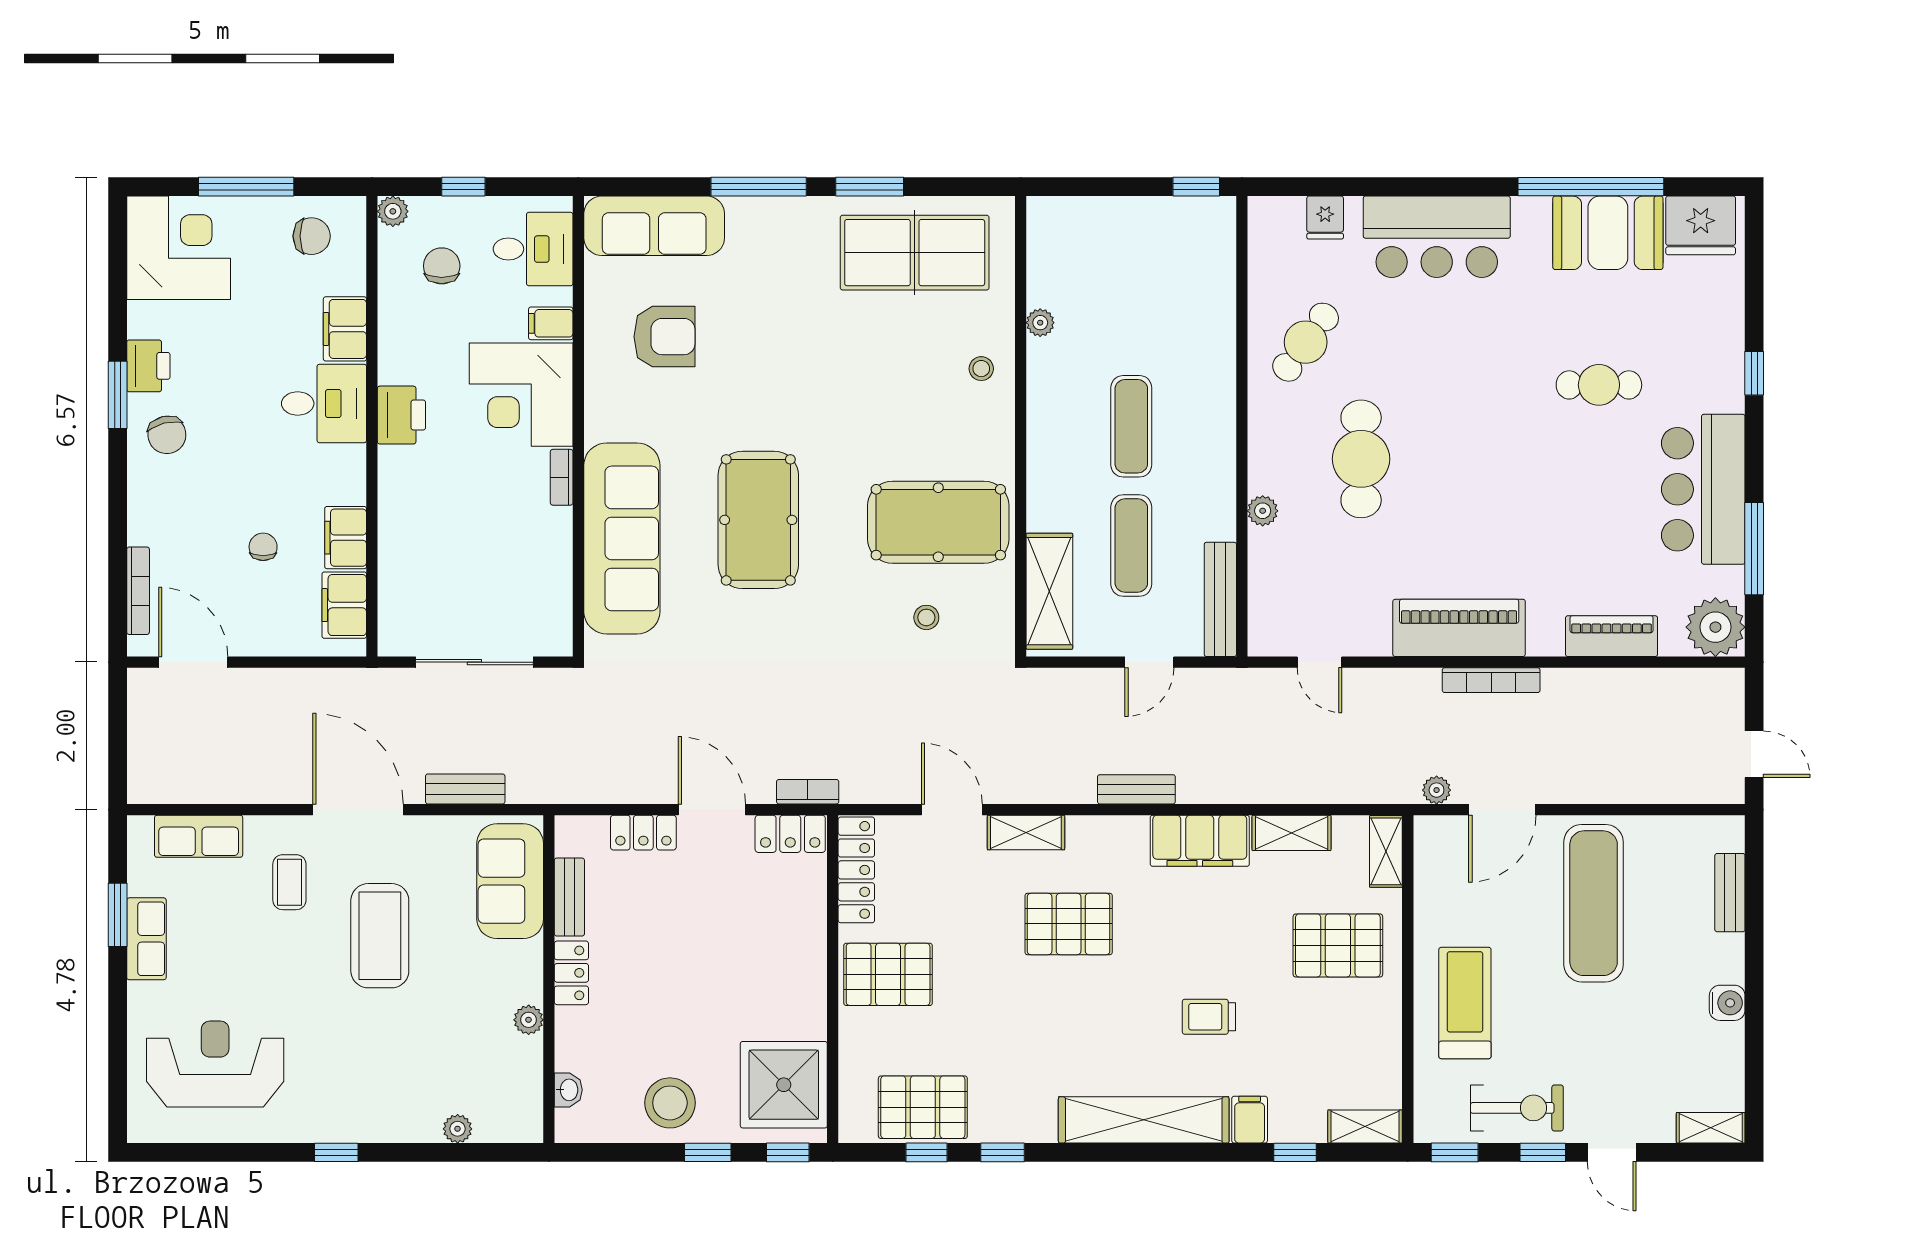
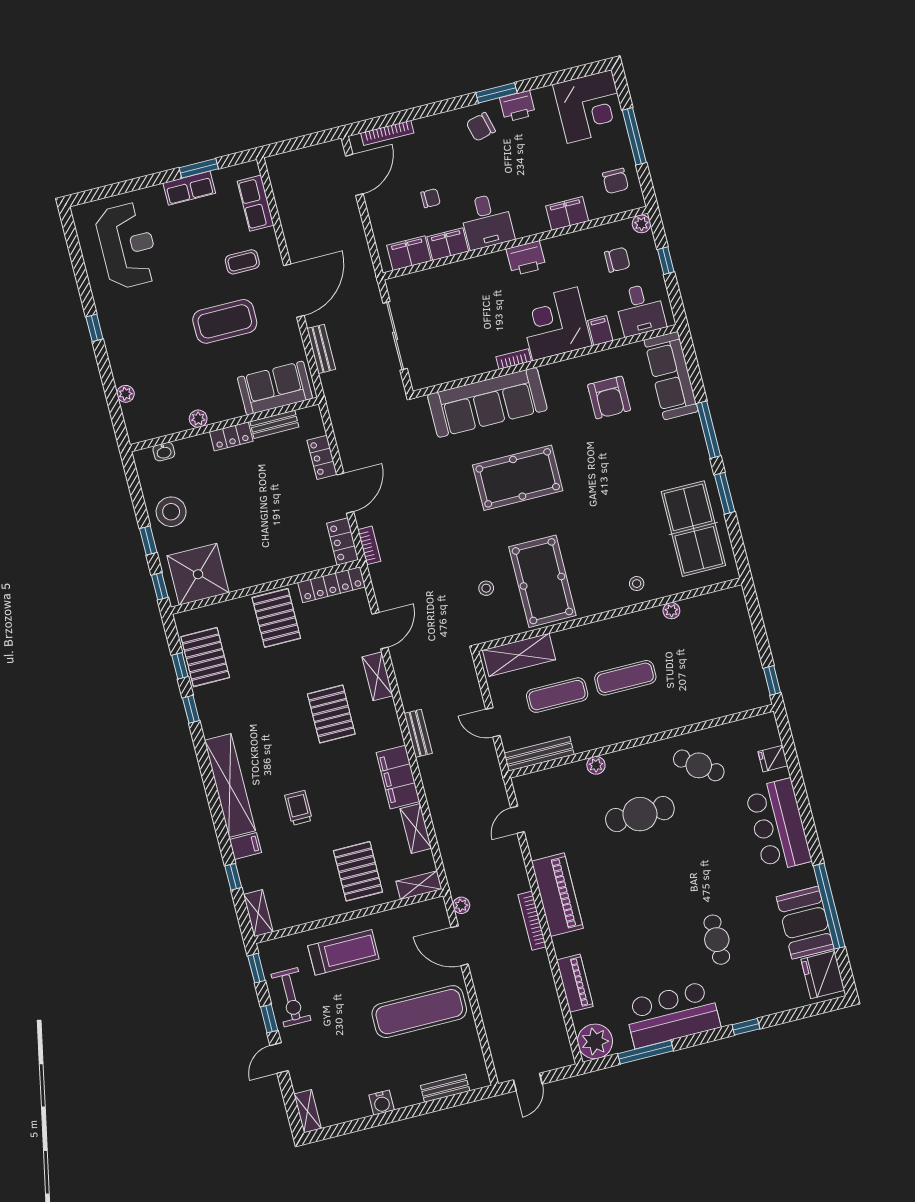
desk: (324, 403) -> (487, 221), moved

